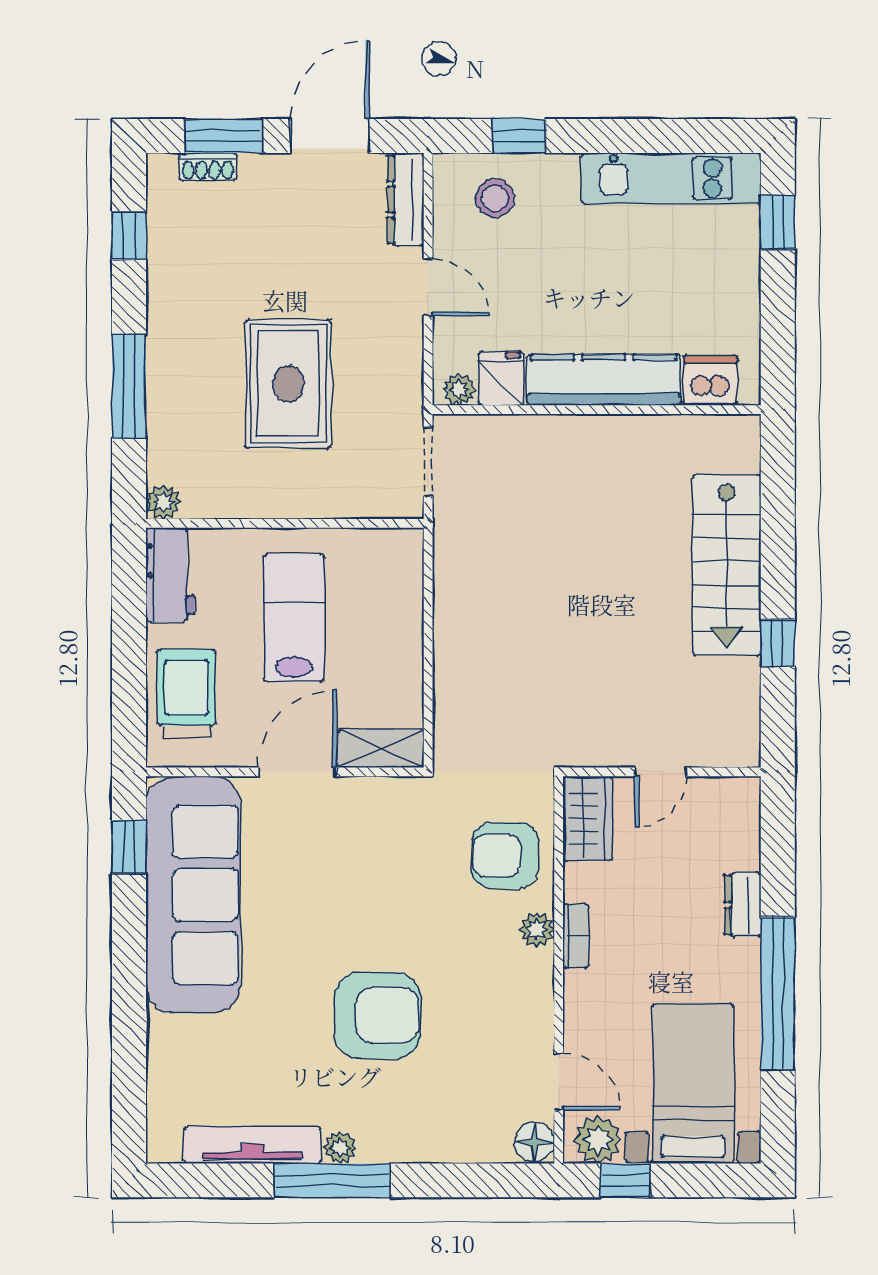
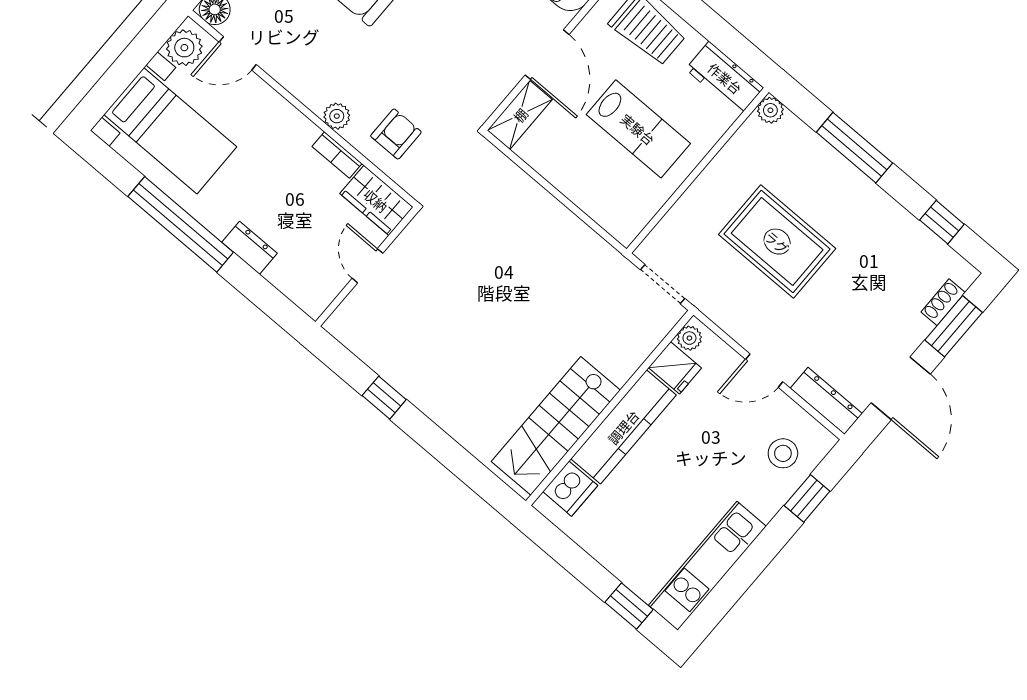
stairs: (727, 565) -> (556, 426), moved, turned -90
armchair: (505, 855) -> (396, 134), width x0.72, depth x0.72
bookcase: (576, 936) -> (337, 155), moved
window: (625, 1180) -> (148, 43), removed

